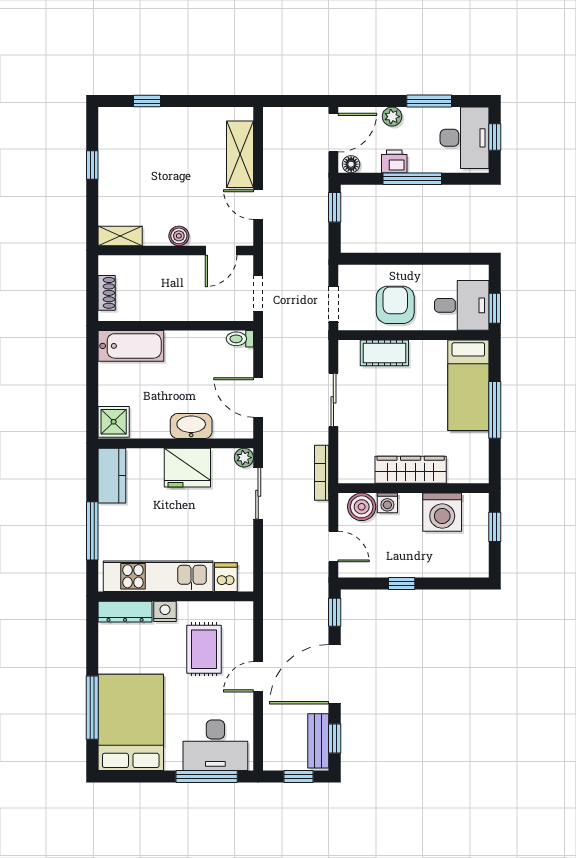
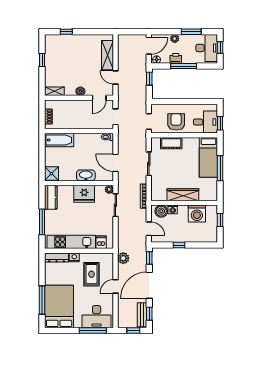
plant: (276, 613) -> (123, 258), added

